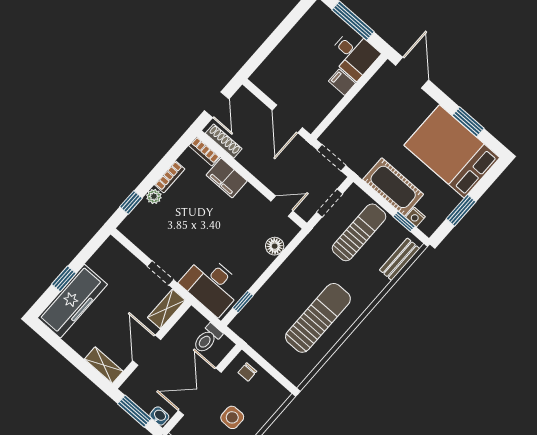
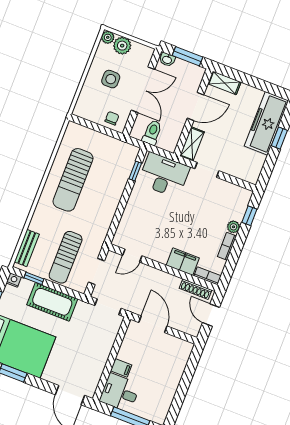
nightstand: (415, 217) -> (14, 280), moved
floor lamp: (275, 246) -> (127, 223), removed
door: (147, 350) -> (196, 106), hinge flipped

